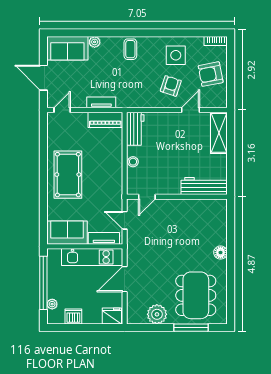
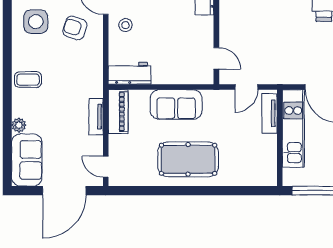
door: (43, 78) -> (64, 191), width x1.36
stool: (133, 162) -> (125, 25), moved
sofa: (67, 233) -> (176, 104), moved, turned -90

